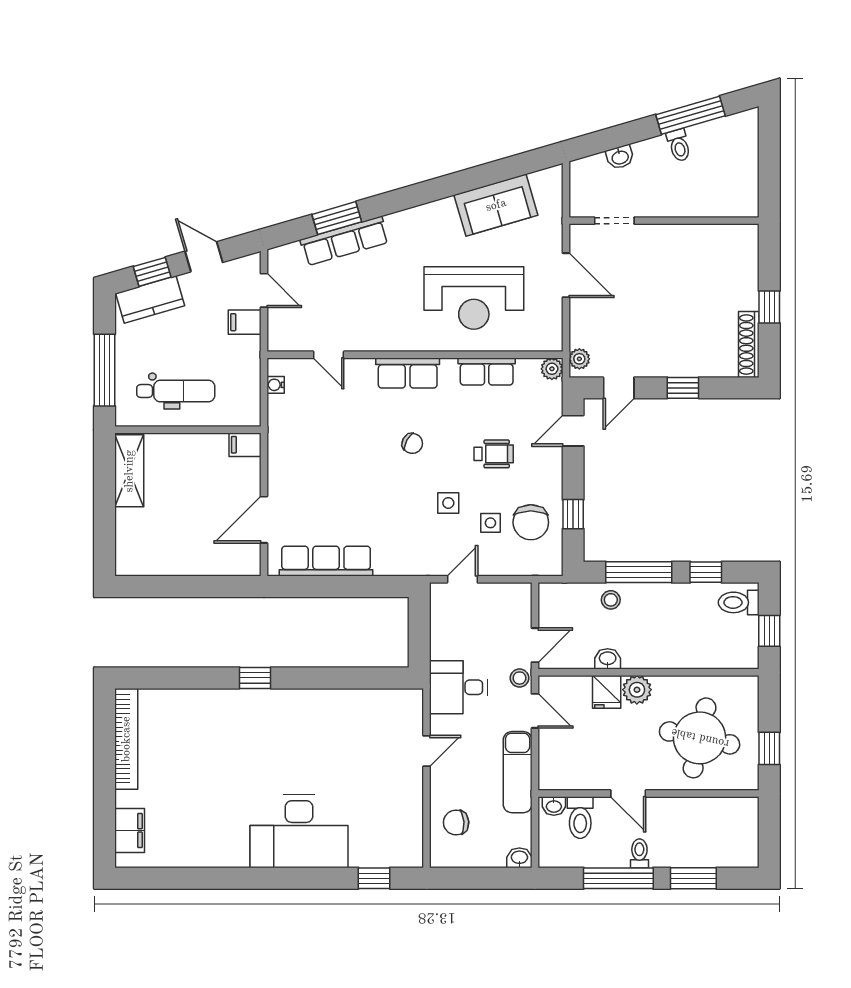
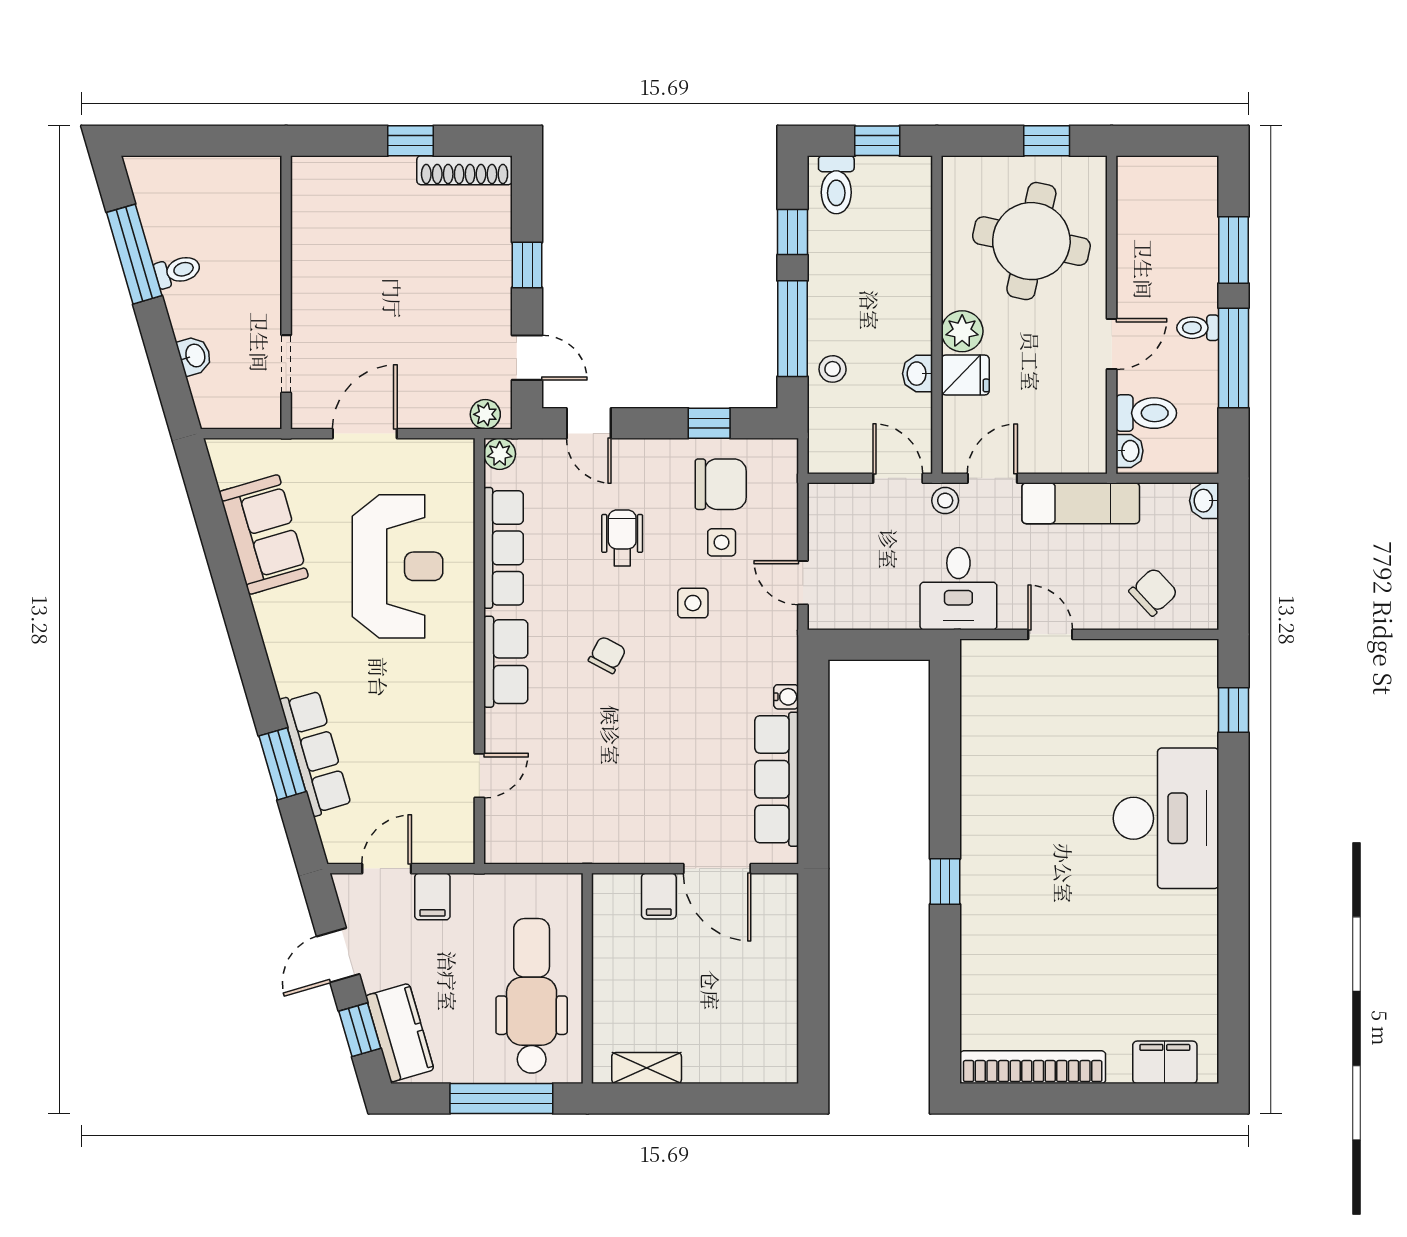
row of seats: (487, 372) -> (503, 548), width x1.48
water cooler: (276, 385) -> (786, 697), moved, turned -90
dental chair: (176, 391) -> (532, 996), width x1.36, depth x1.38
filing cabinet: (245, 445) -> (659, 896), moved
shelving: (129, 471) -> (647, 1068), width x0.67, depth x0.75
chair: (456, 822) -> (1153, 592), turned -129

